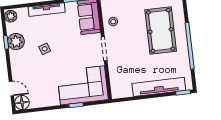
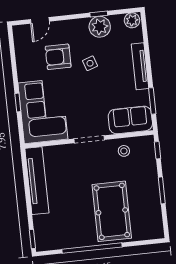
pool table: (161, 31) -> (112, 211), turned 90
armchair: (40, 74) -> (58, 57), added
tv unit: (159, 87) -> (37, 181), moved
floor lamp: (22, 103) -> (22, 34), removed

